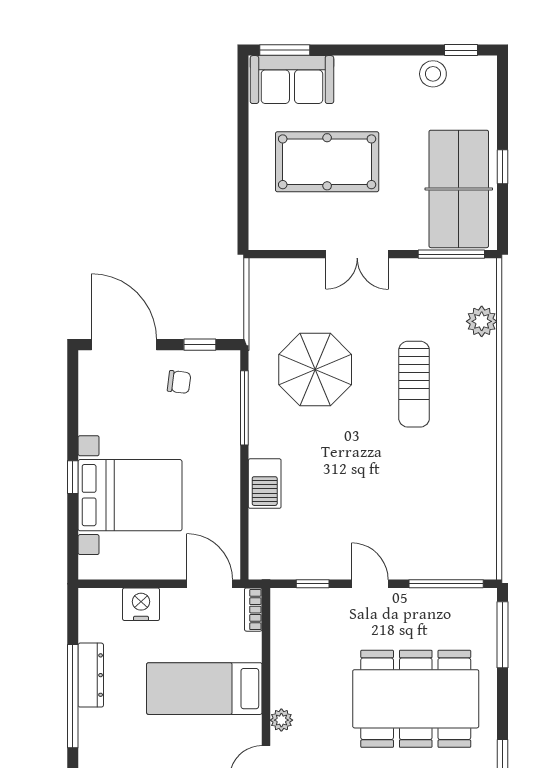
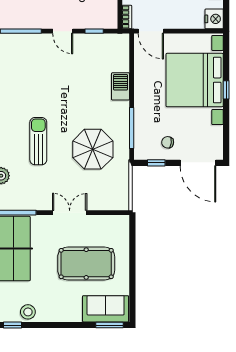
bed with nightstands: (130, 495) -> (195, 80), width x1.36
nightstand: (141, 604) -> (214, 19), moved, turned -90

